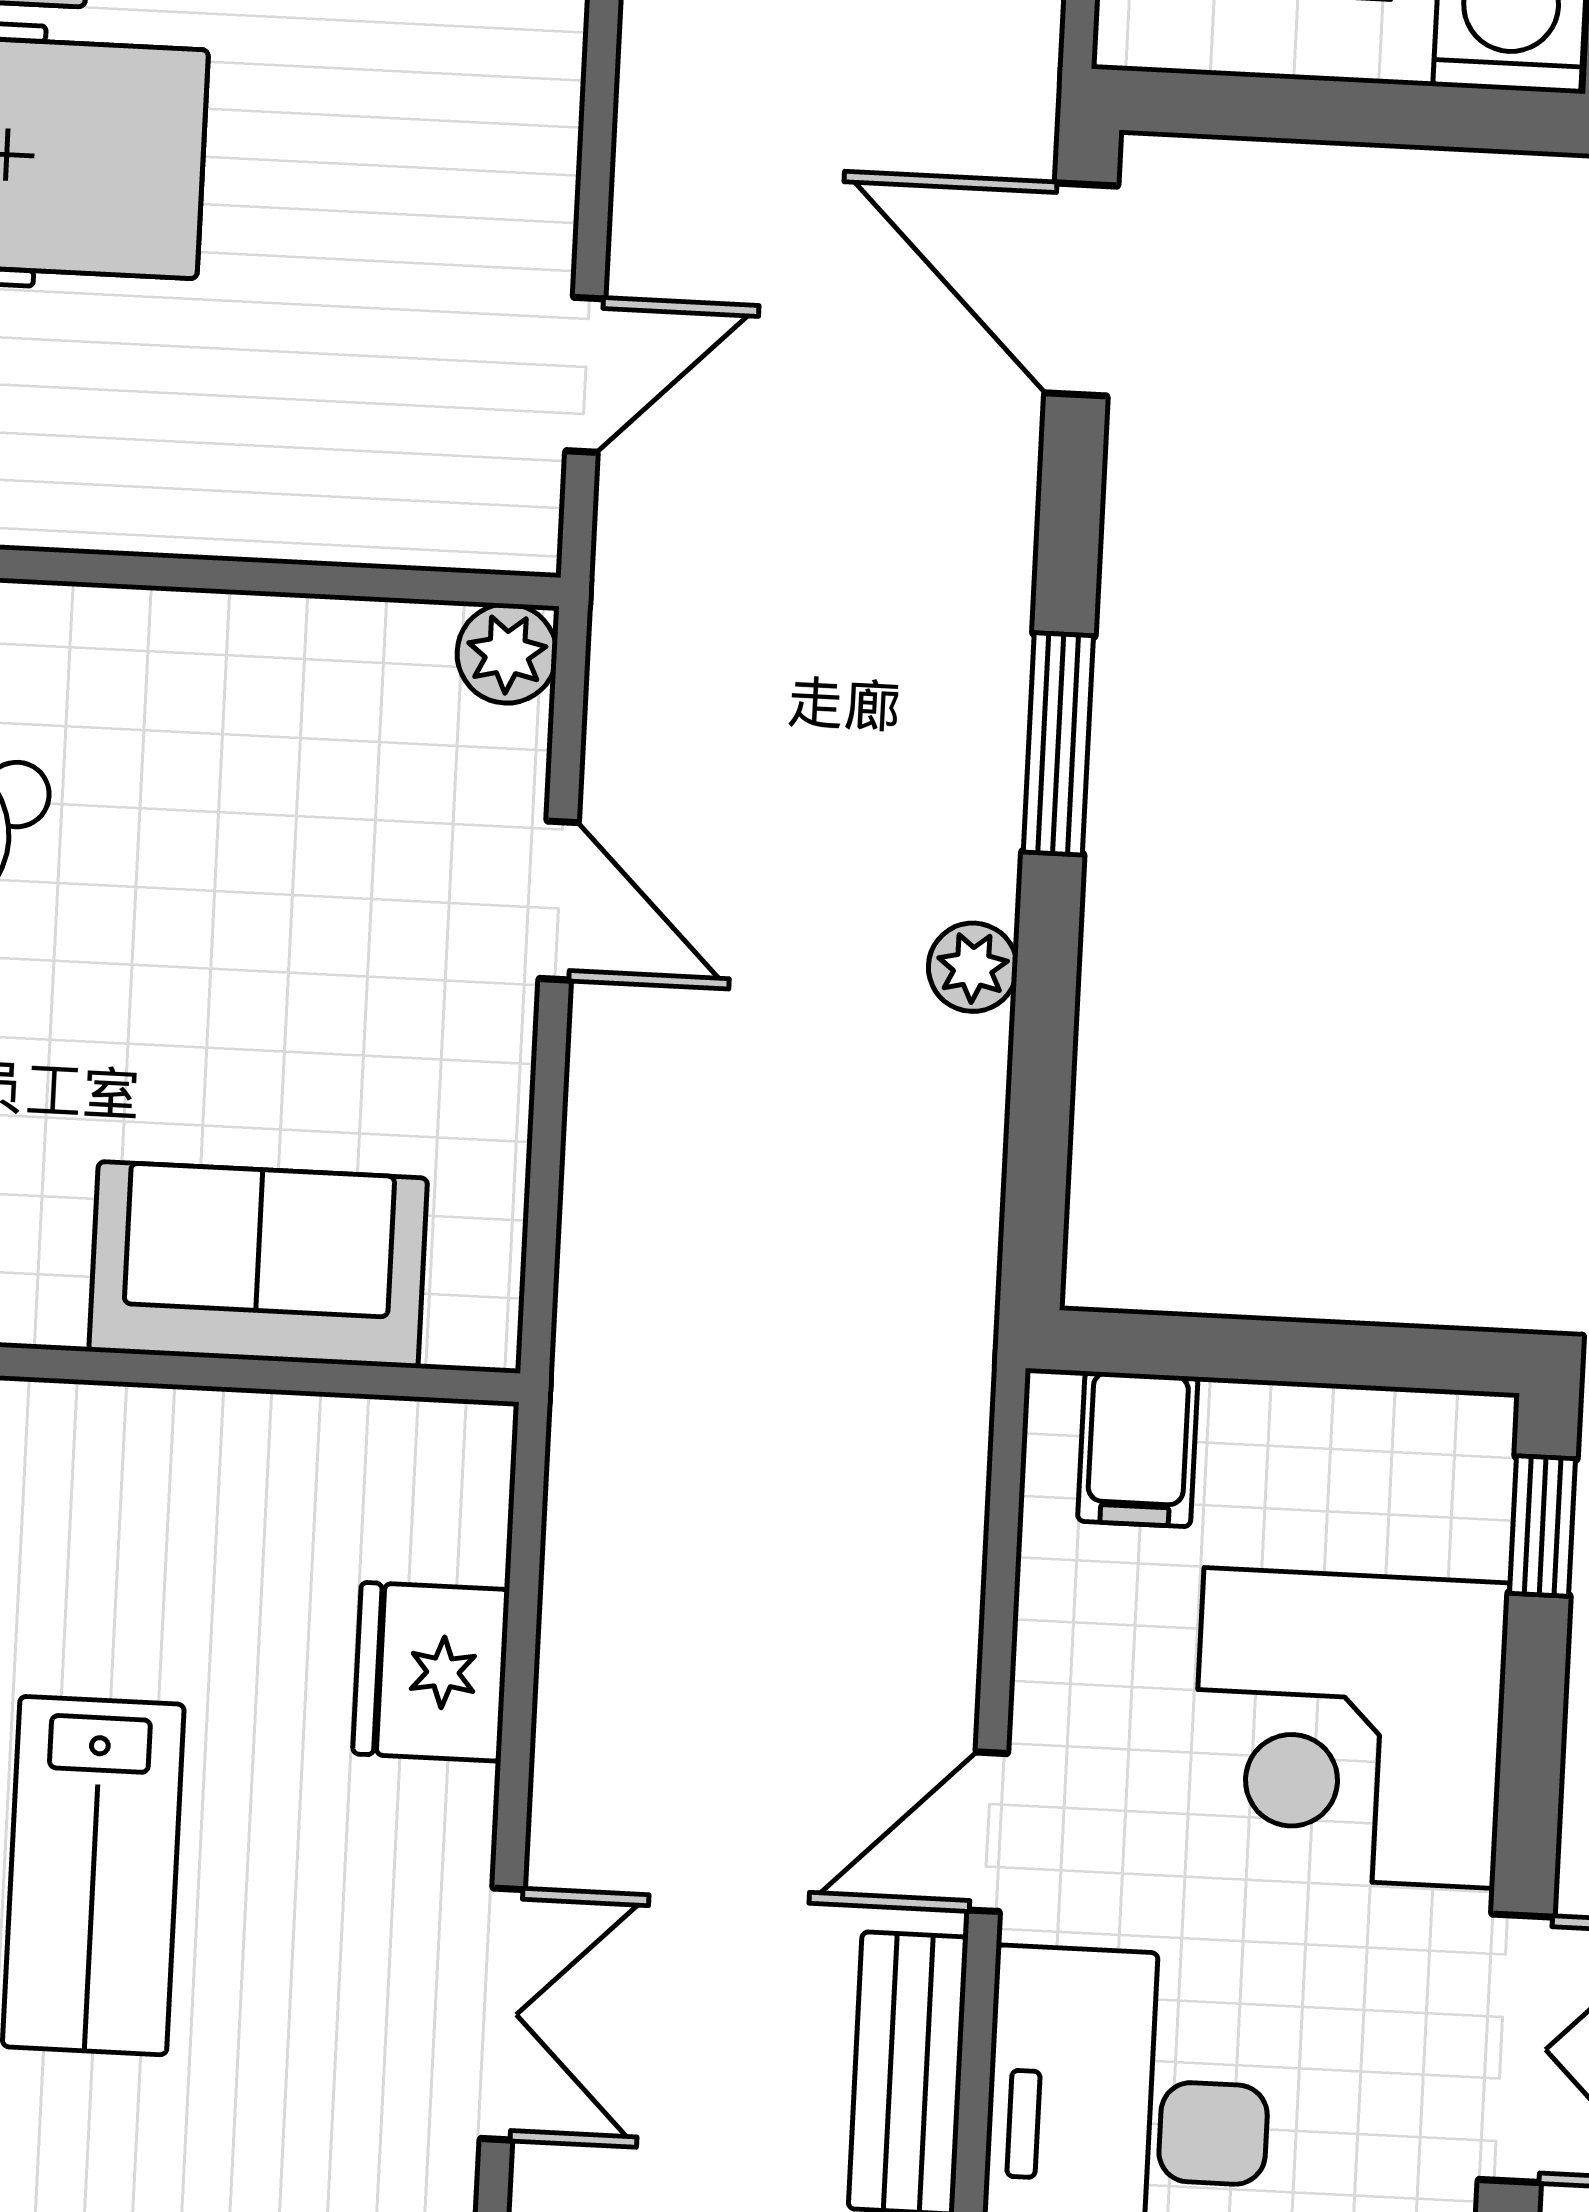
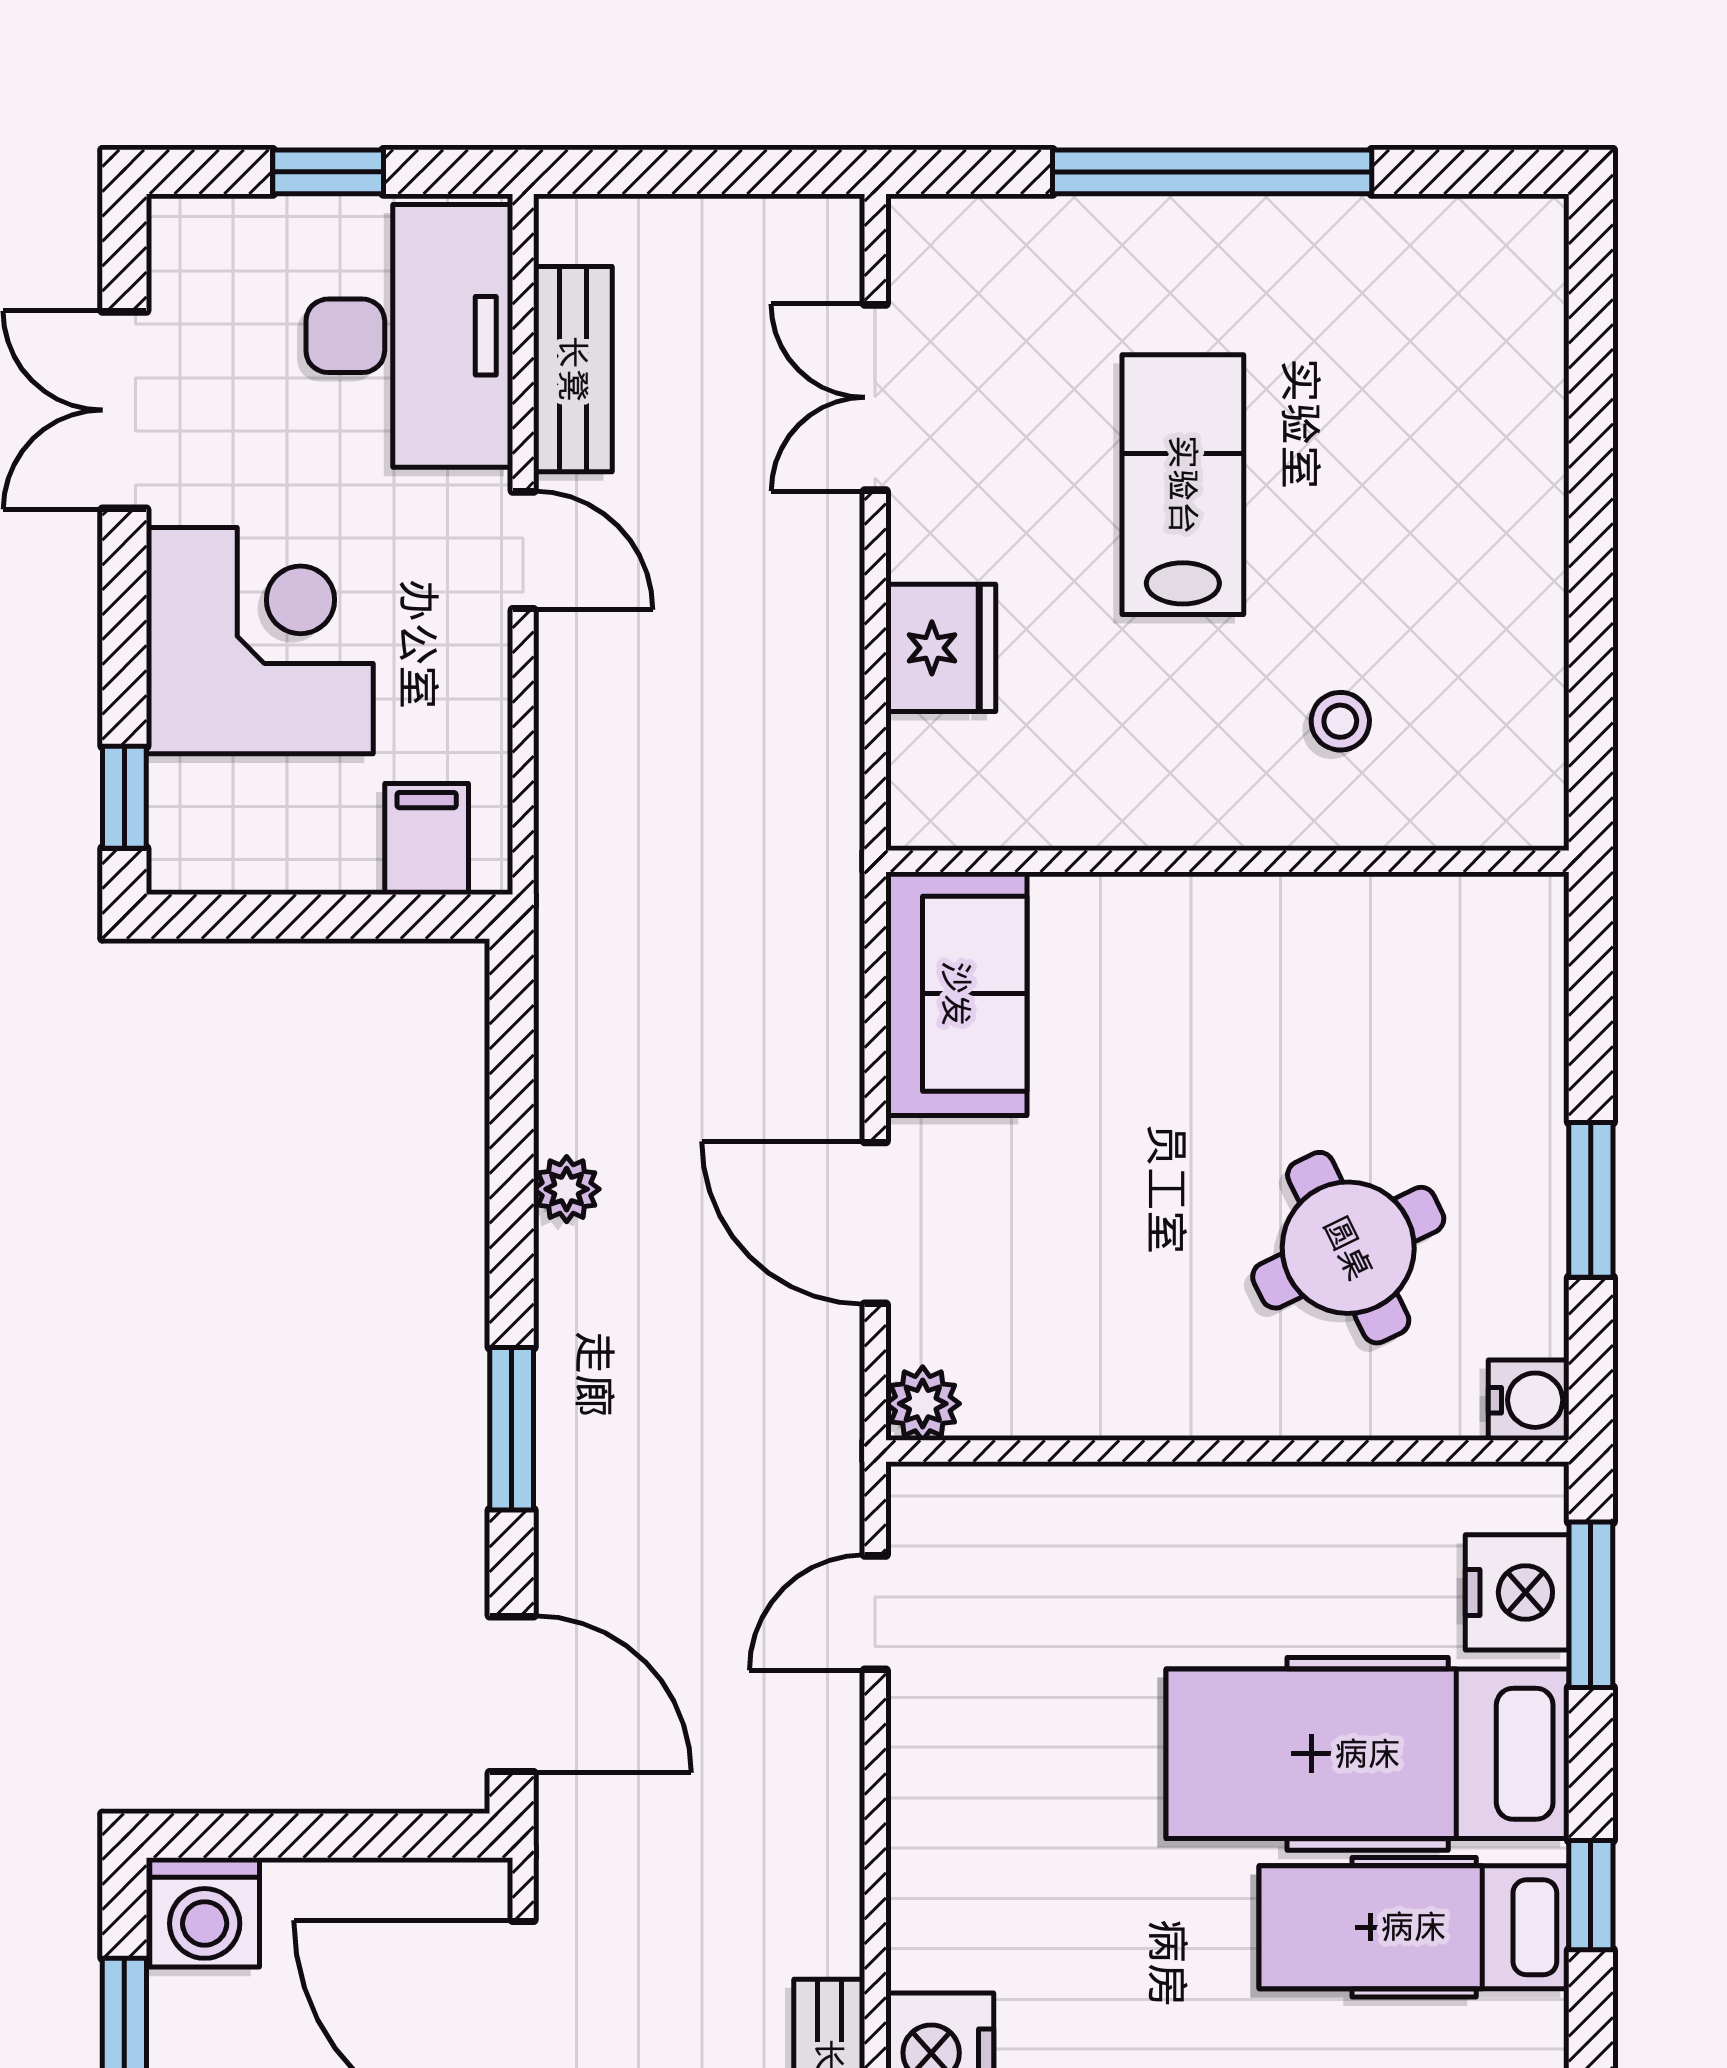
window: (1058, 744) -> (512, 1429), moved
door: (559, 900) -> (875, 1223), width x1.38
sofa: (258, 1265) -> (956, 994), moved, turned -90
door: (988, 1832) -> (523, 550), hinge flipped

